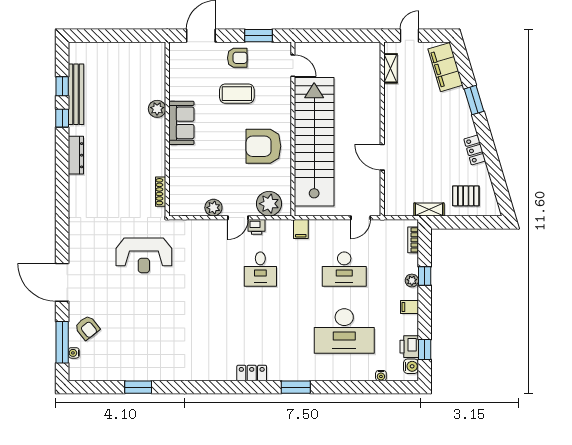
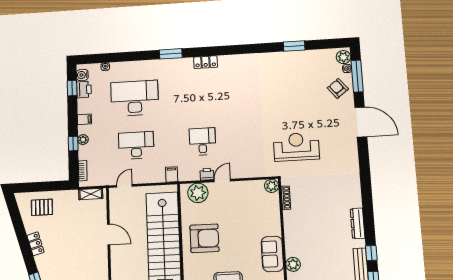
plant: (213, 208) -> (272, 186), moved
shelving: (429, 209) -> (91, 194), moved
plant: (77, 368) -> (343, 57), added

